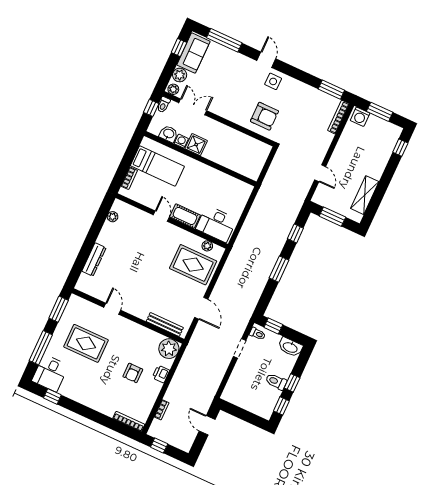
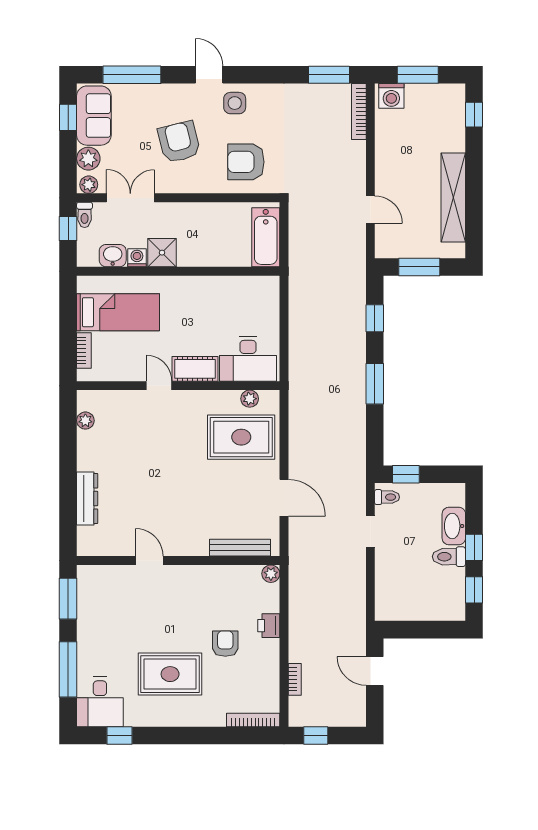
armchair: (233, 89) -> (179, 142), added
armchair: (264, 116) -> (246, 162), turned 180
bathtub: (256, 162) -> (266, 237), added
shelving: (365, 195) -> (453, 197), width x1.47
rug: (86, 343) -> (170, 674), moved
washbasin: (290, 347) -> (454, 526), moved, turned 90
plant: (169, 349) -> (271, 574), width x0.53, depth x0.53
armchair: (133, 373) -> (225, 644), turned 180

